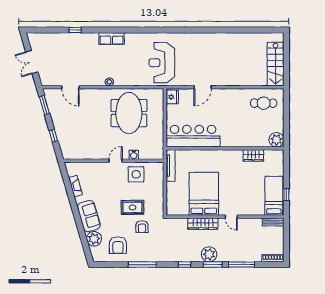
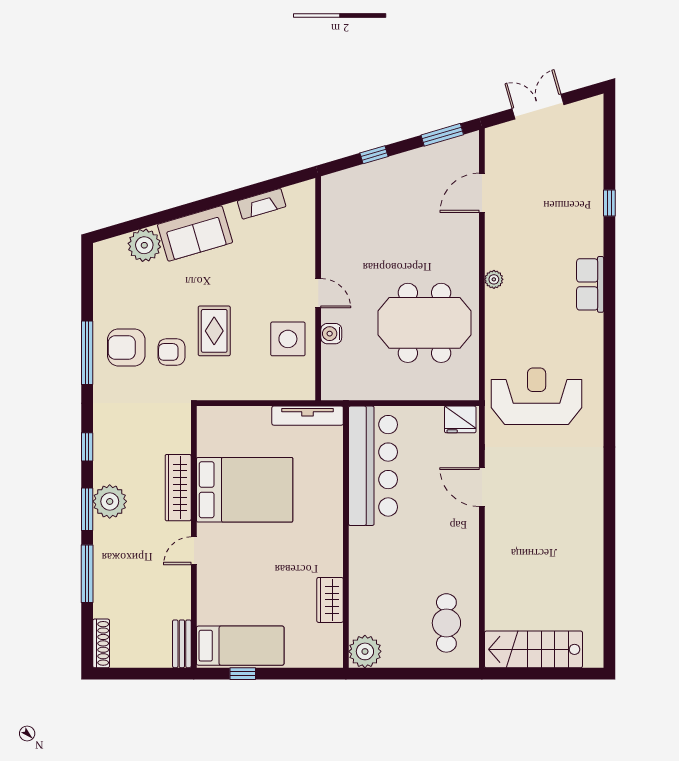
armchair: (118, 245) -> (126, 347), moved

